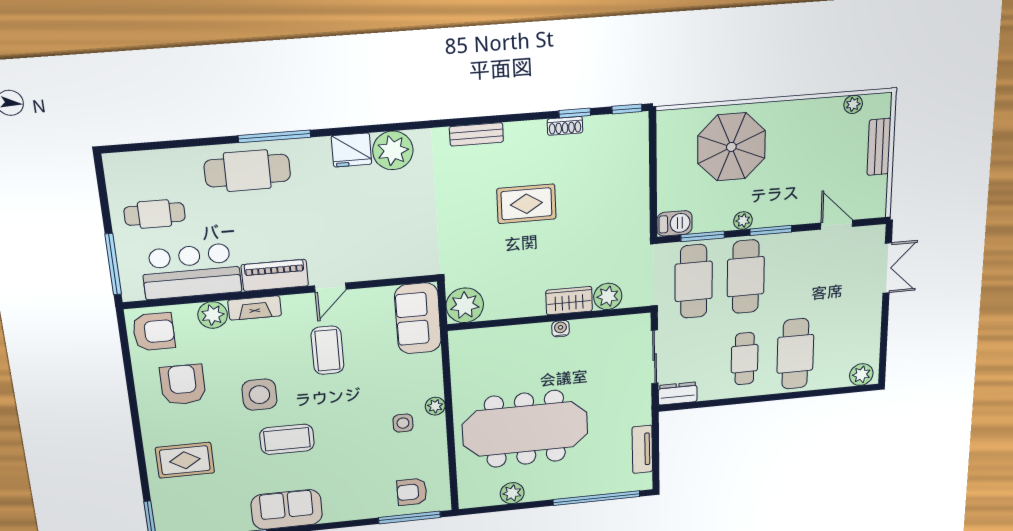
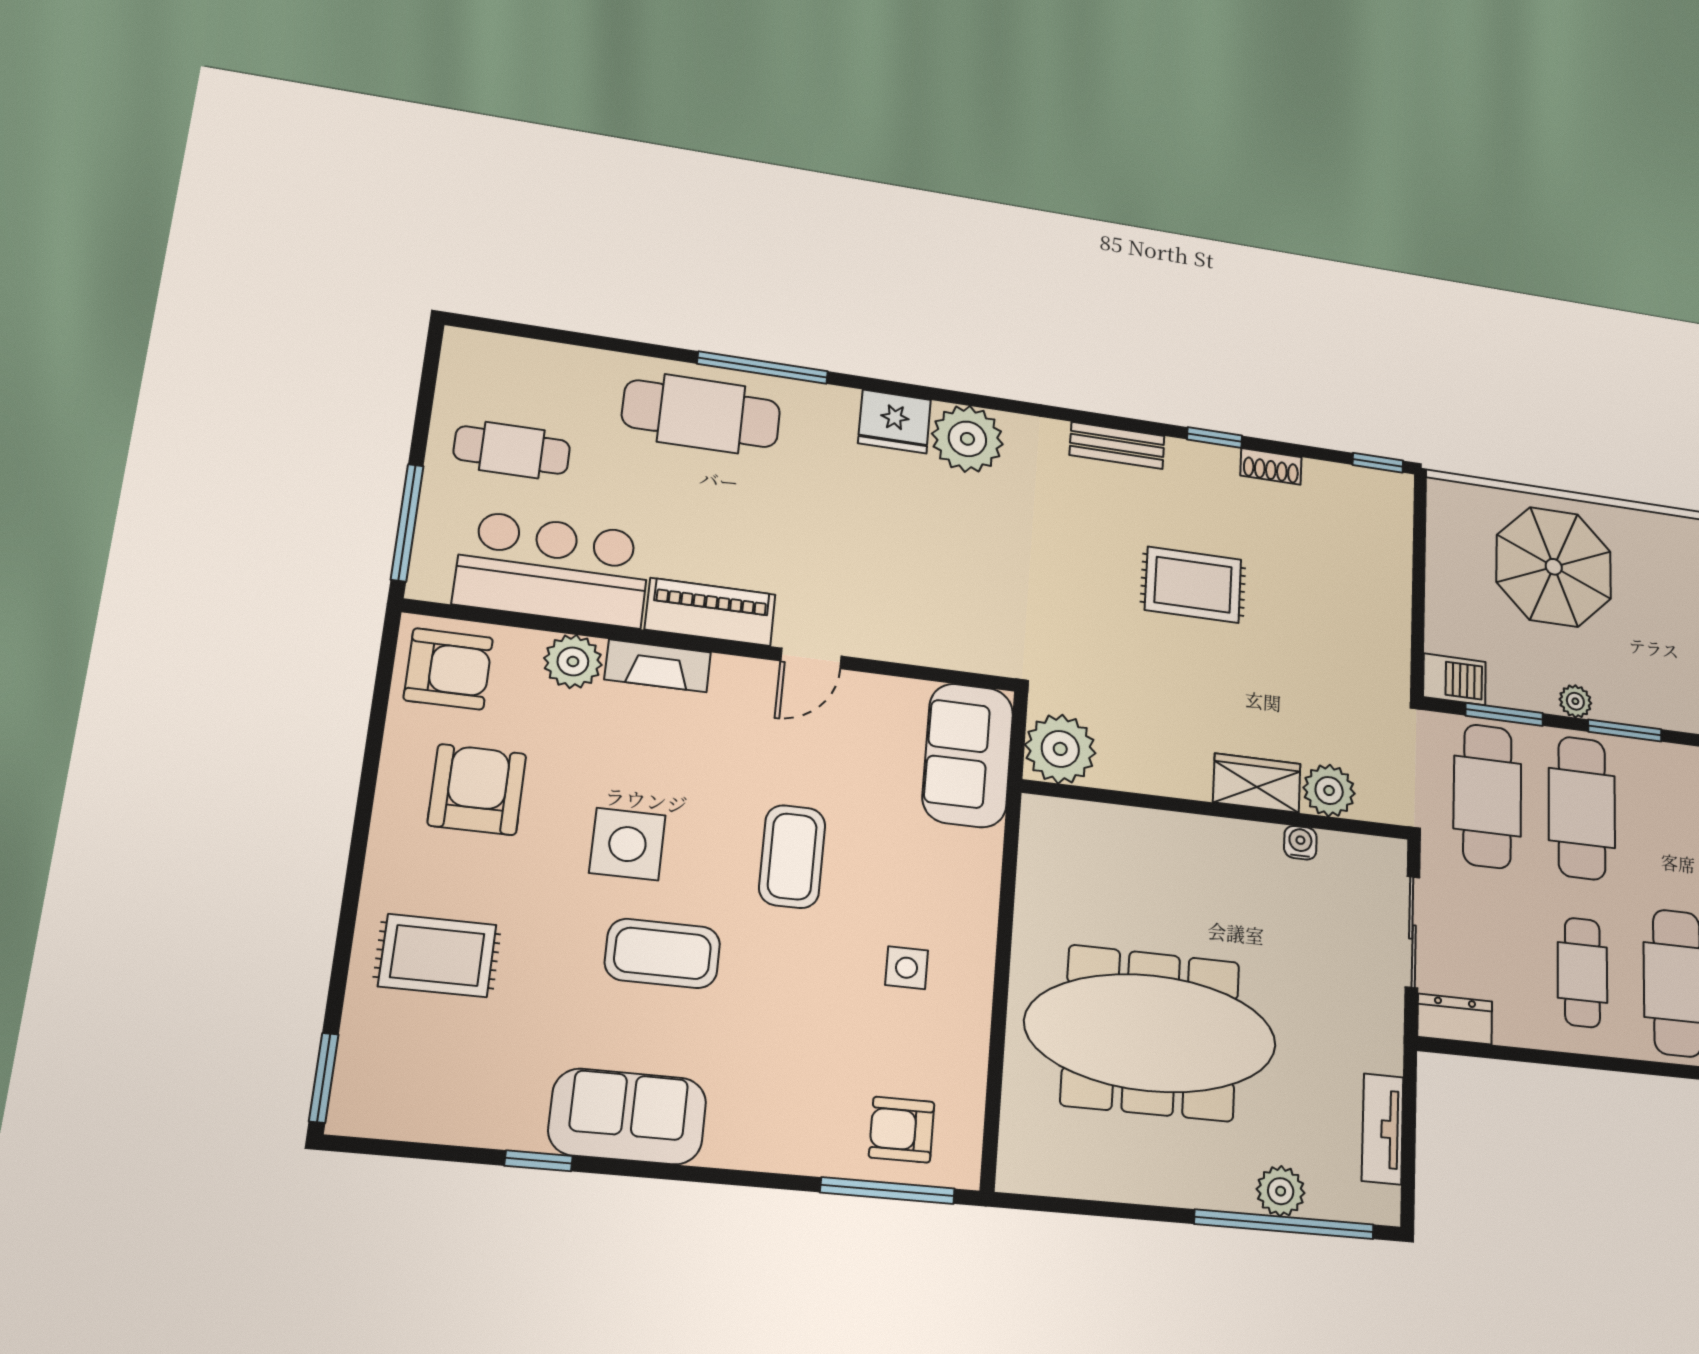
window: (575, 113) -> (1215, 437), moved
water cooler: (561, 329) -> (1300, 843), moved
coffee table: (327, 350) -> (792, 856), moved
plant: (435, 406) -> (977, 945), removed
plant: (512, 493) -> (1281, 1191), moved

